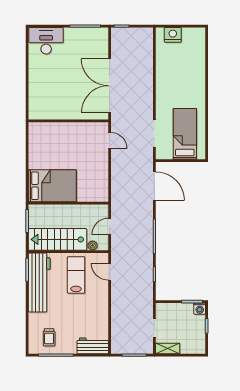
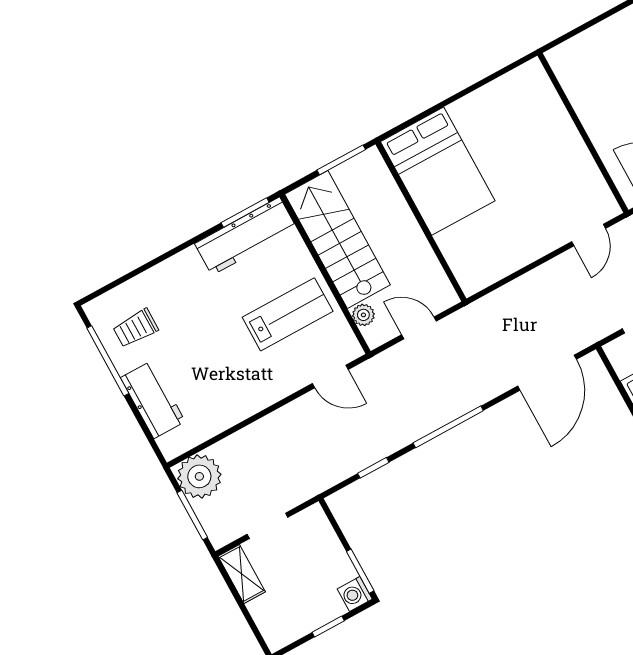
door: (110, 272) -> (330, 377), swing flipped
workbench: (39, 282) -> (246, 236), width x0.73, depth x0.76
plant: (121, 344) -> (199, 476), added
workbench: (93, 346) -> (153, 400), moved

